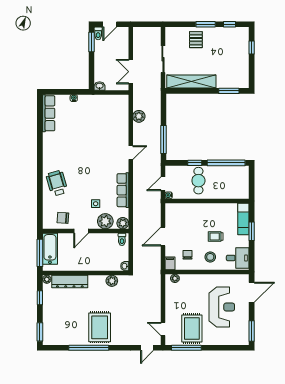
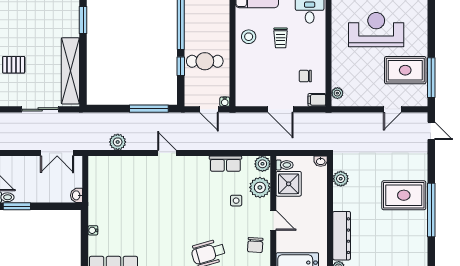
row of seats: (123, 190) -> (225, 164), width x0.68
shower: (108, 242) -> (289, 184), added
stool: (210, 257) -> (249, 37), moved
door: (163, 329) -> (392, 109), moved

